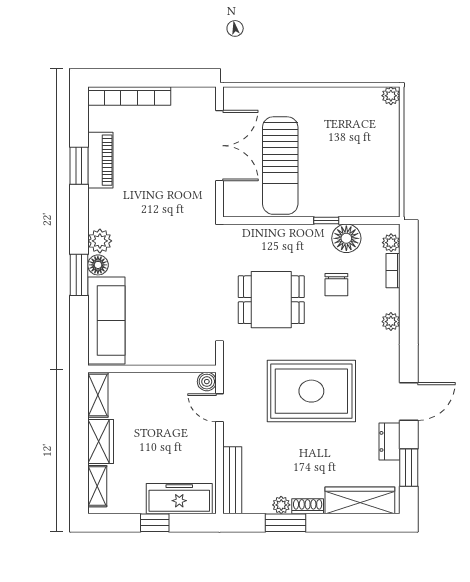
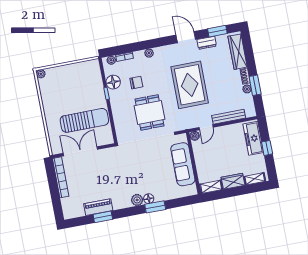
bookcase: (129, 96) -> (61, 177), moved
sofa: (106, 320) -> (183, 164), moved, turned -90
bench: (232, 480) -> (229, 117), moved

